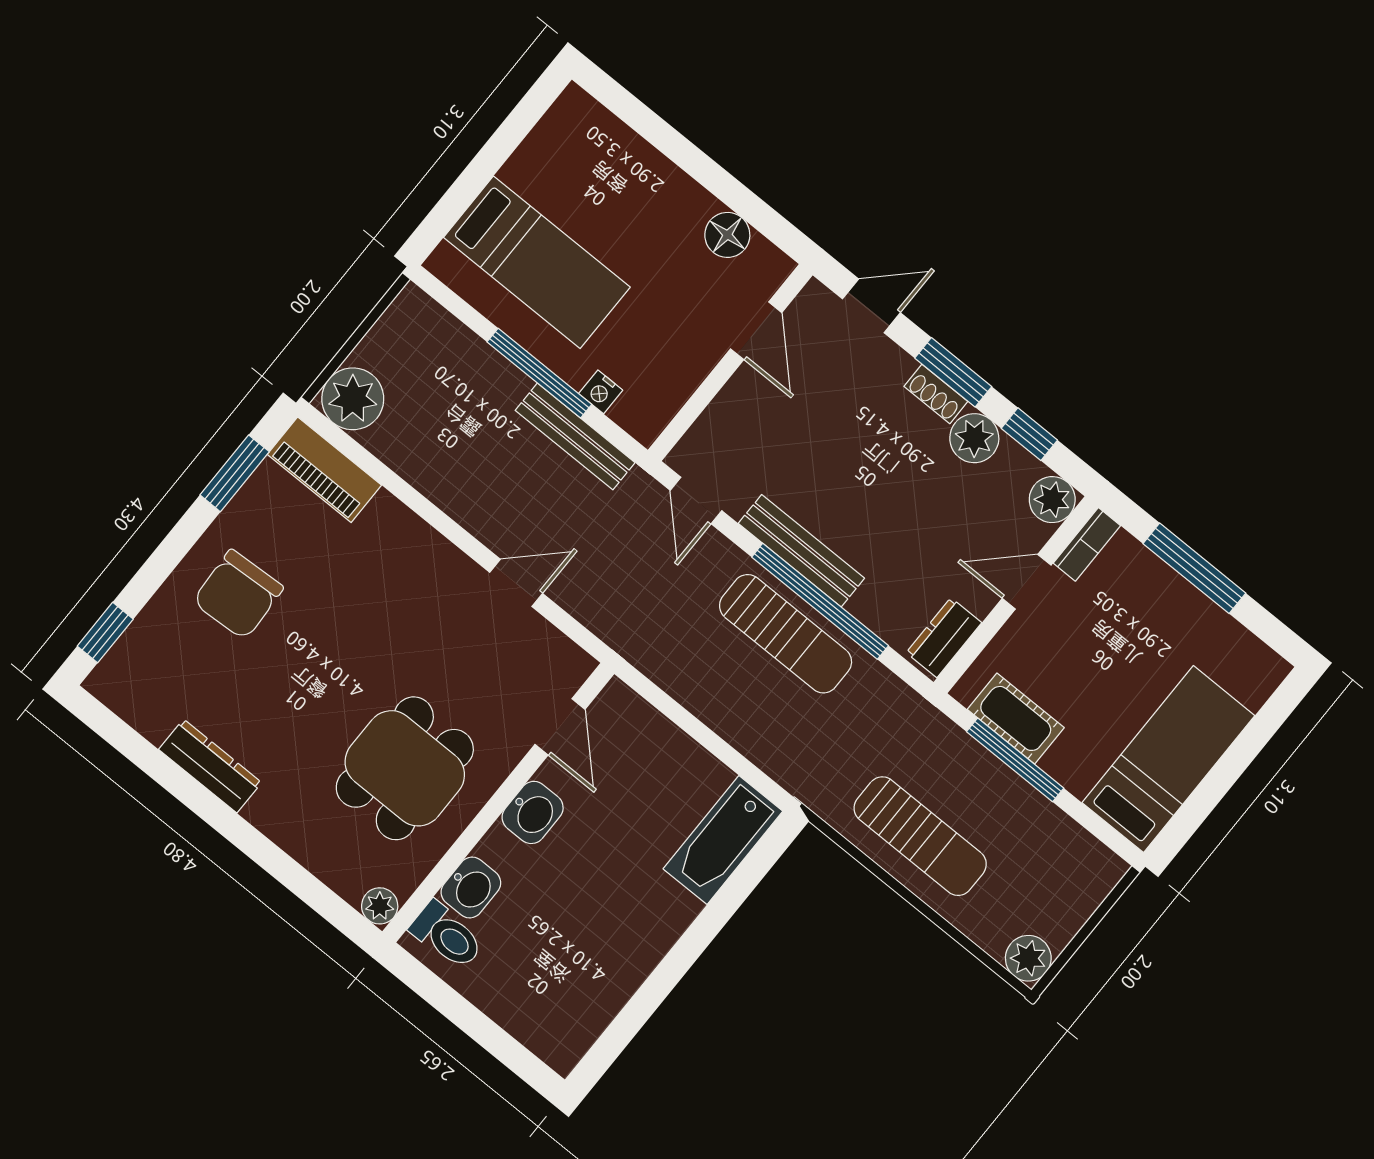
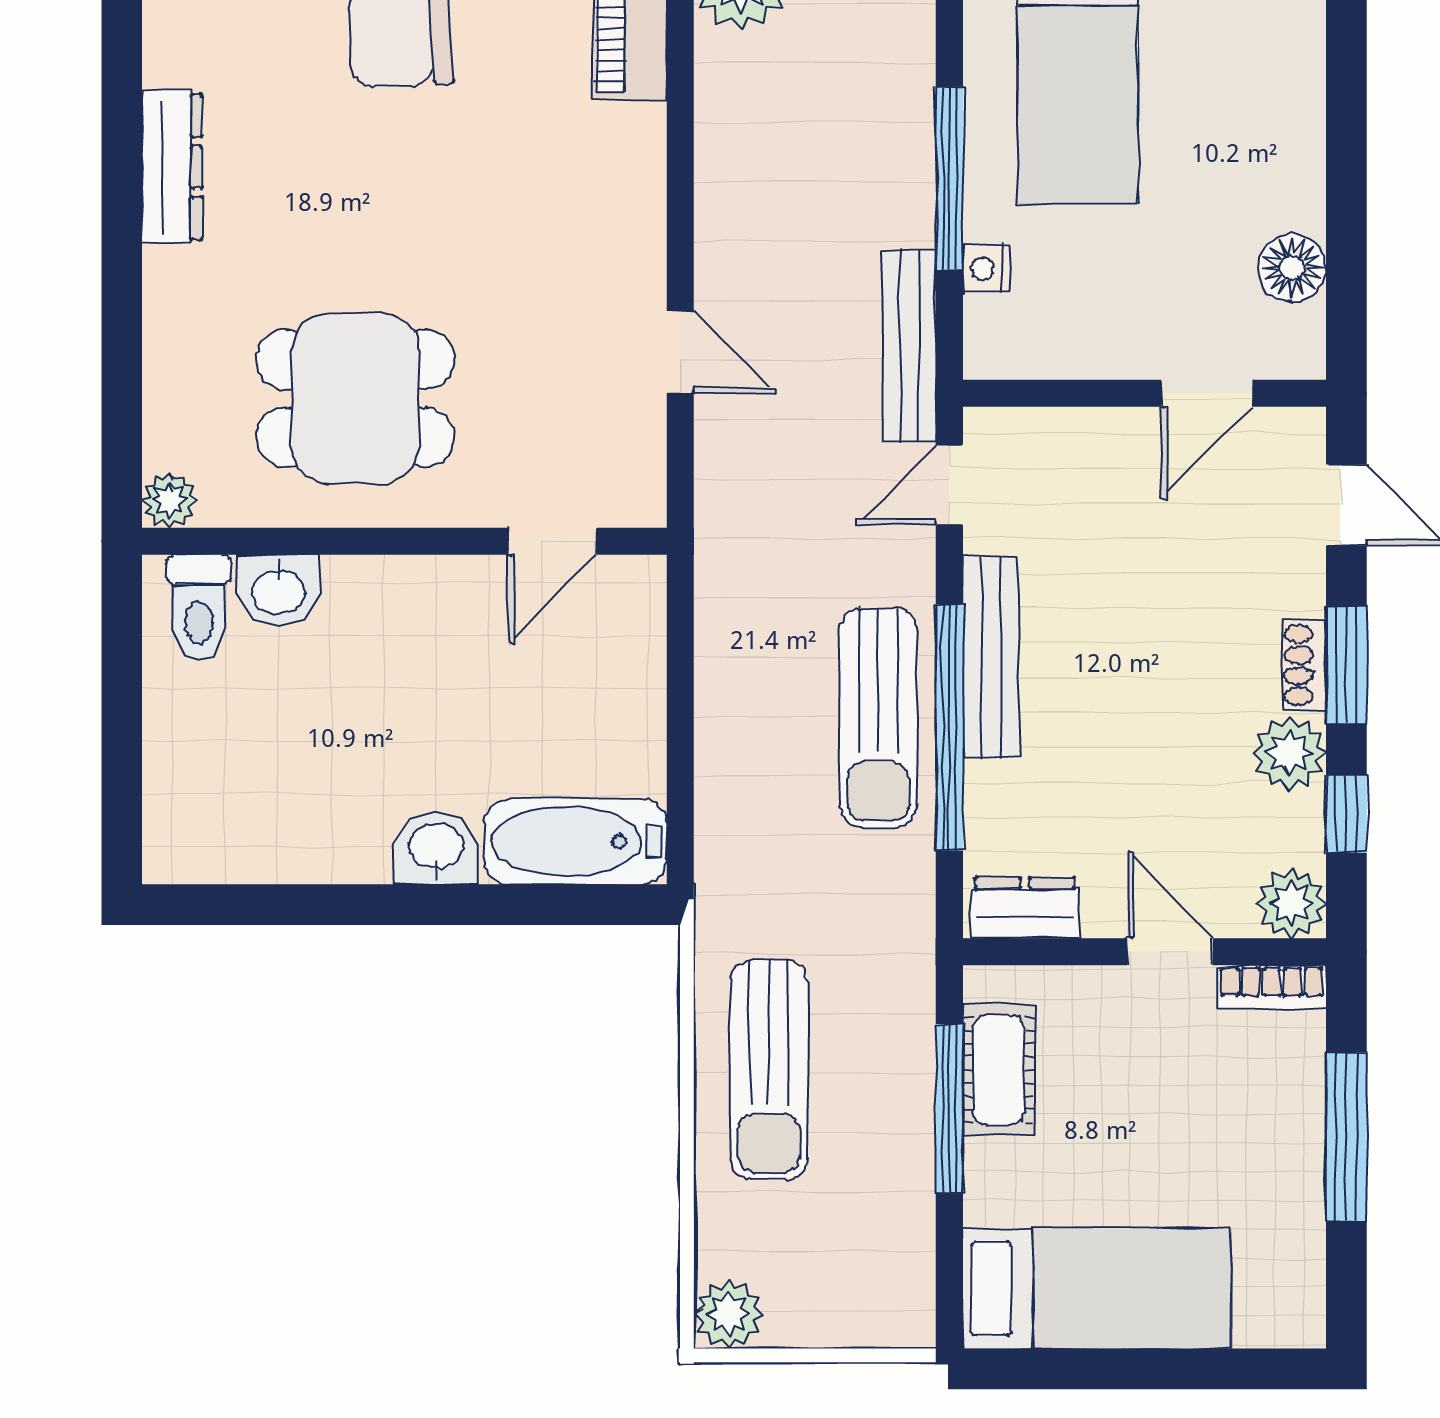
bench: (575, 436) -> (909, 346), moved
washbasin: (533, 812) -> (436, 848), moved, turned 180

